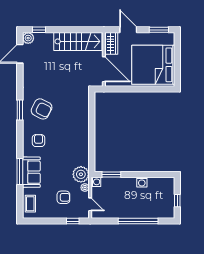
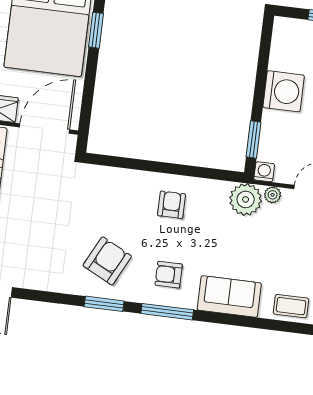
window: (156, 89) -> (96, 30), added
window: (20, 171) -> (167, 312), moved
washing machine: (142, 182) -> (284, 91), width x1.89, depth x1.89
armchair: (63, 197) -> (171, 205), moved

